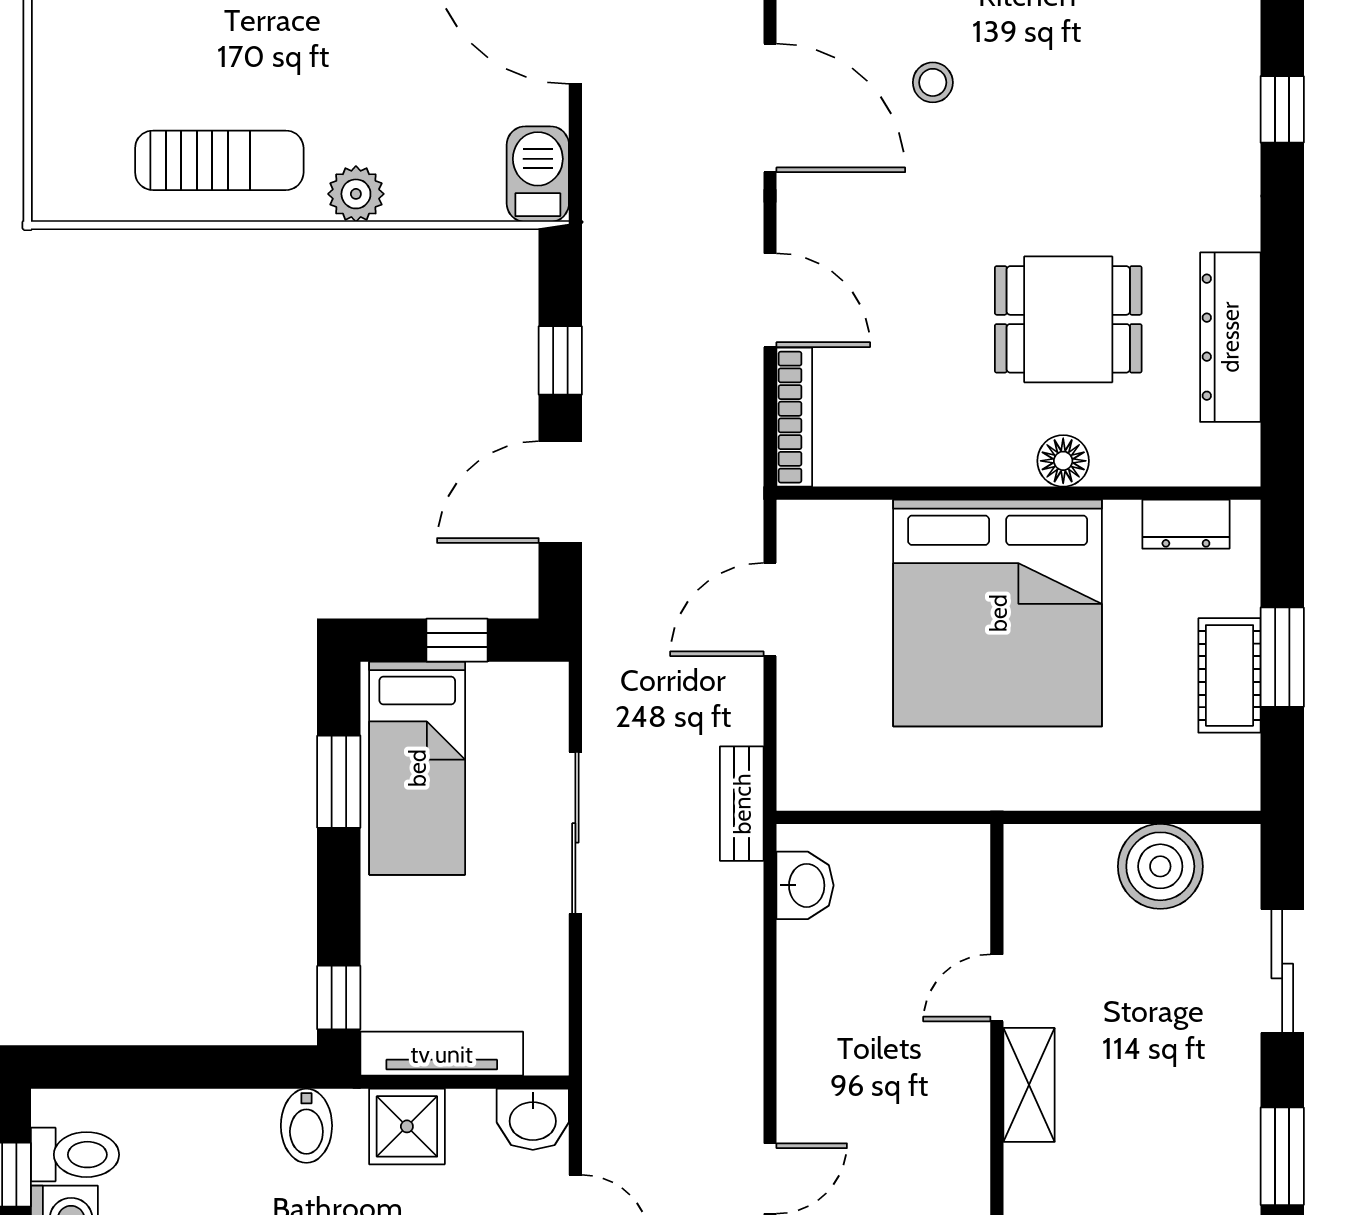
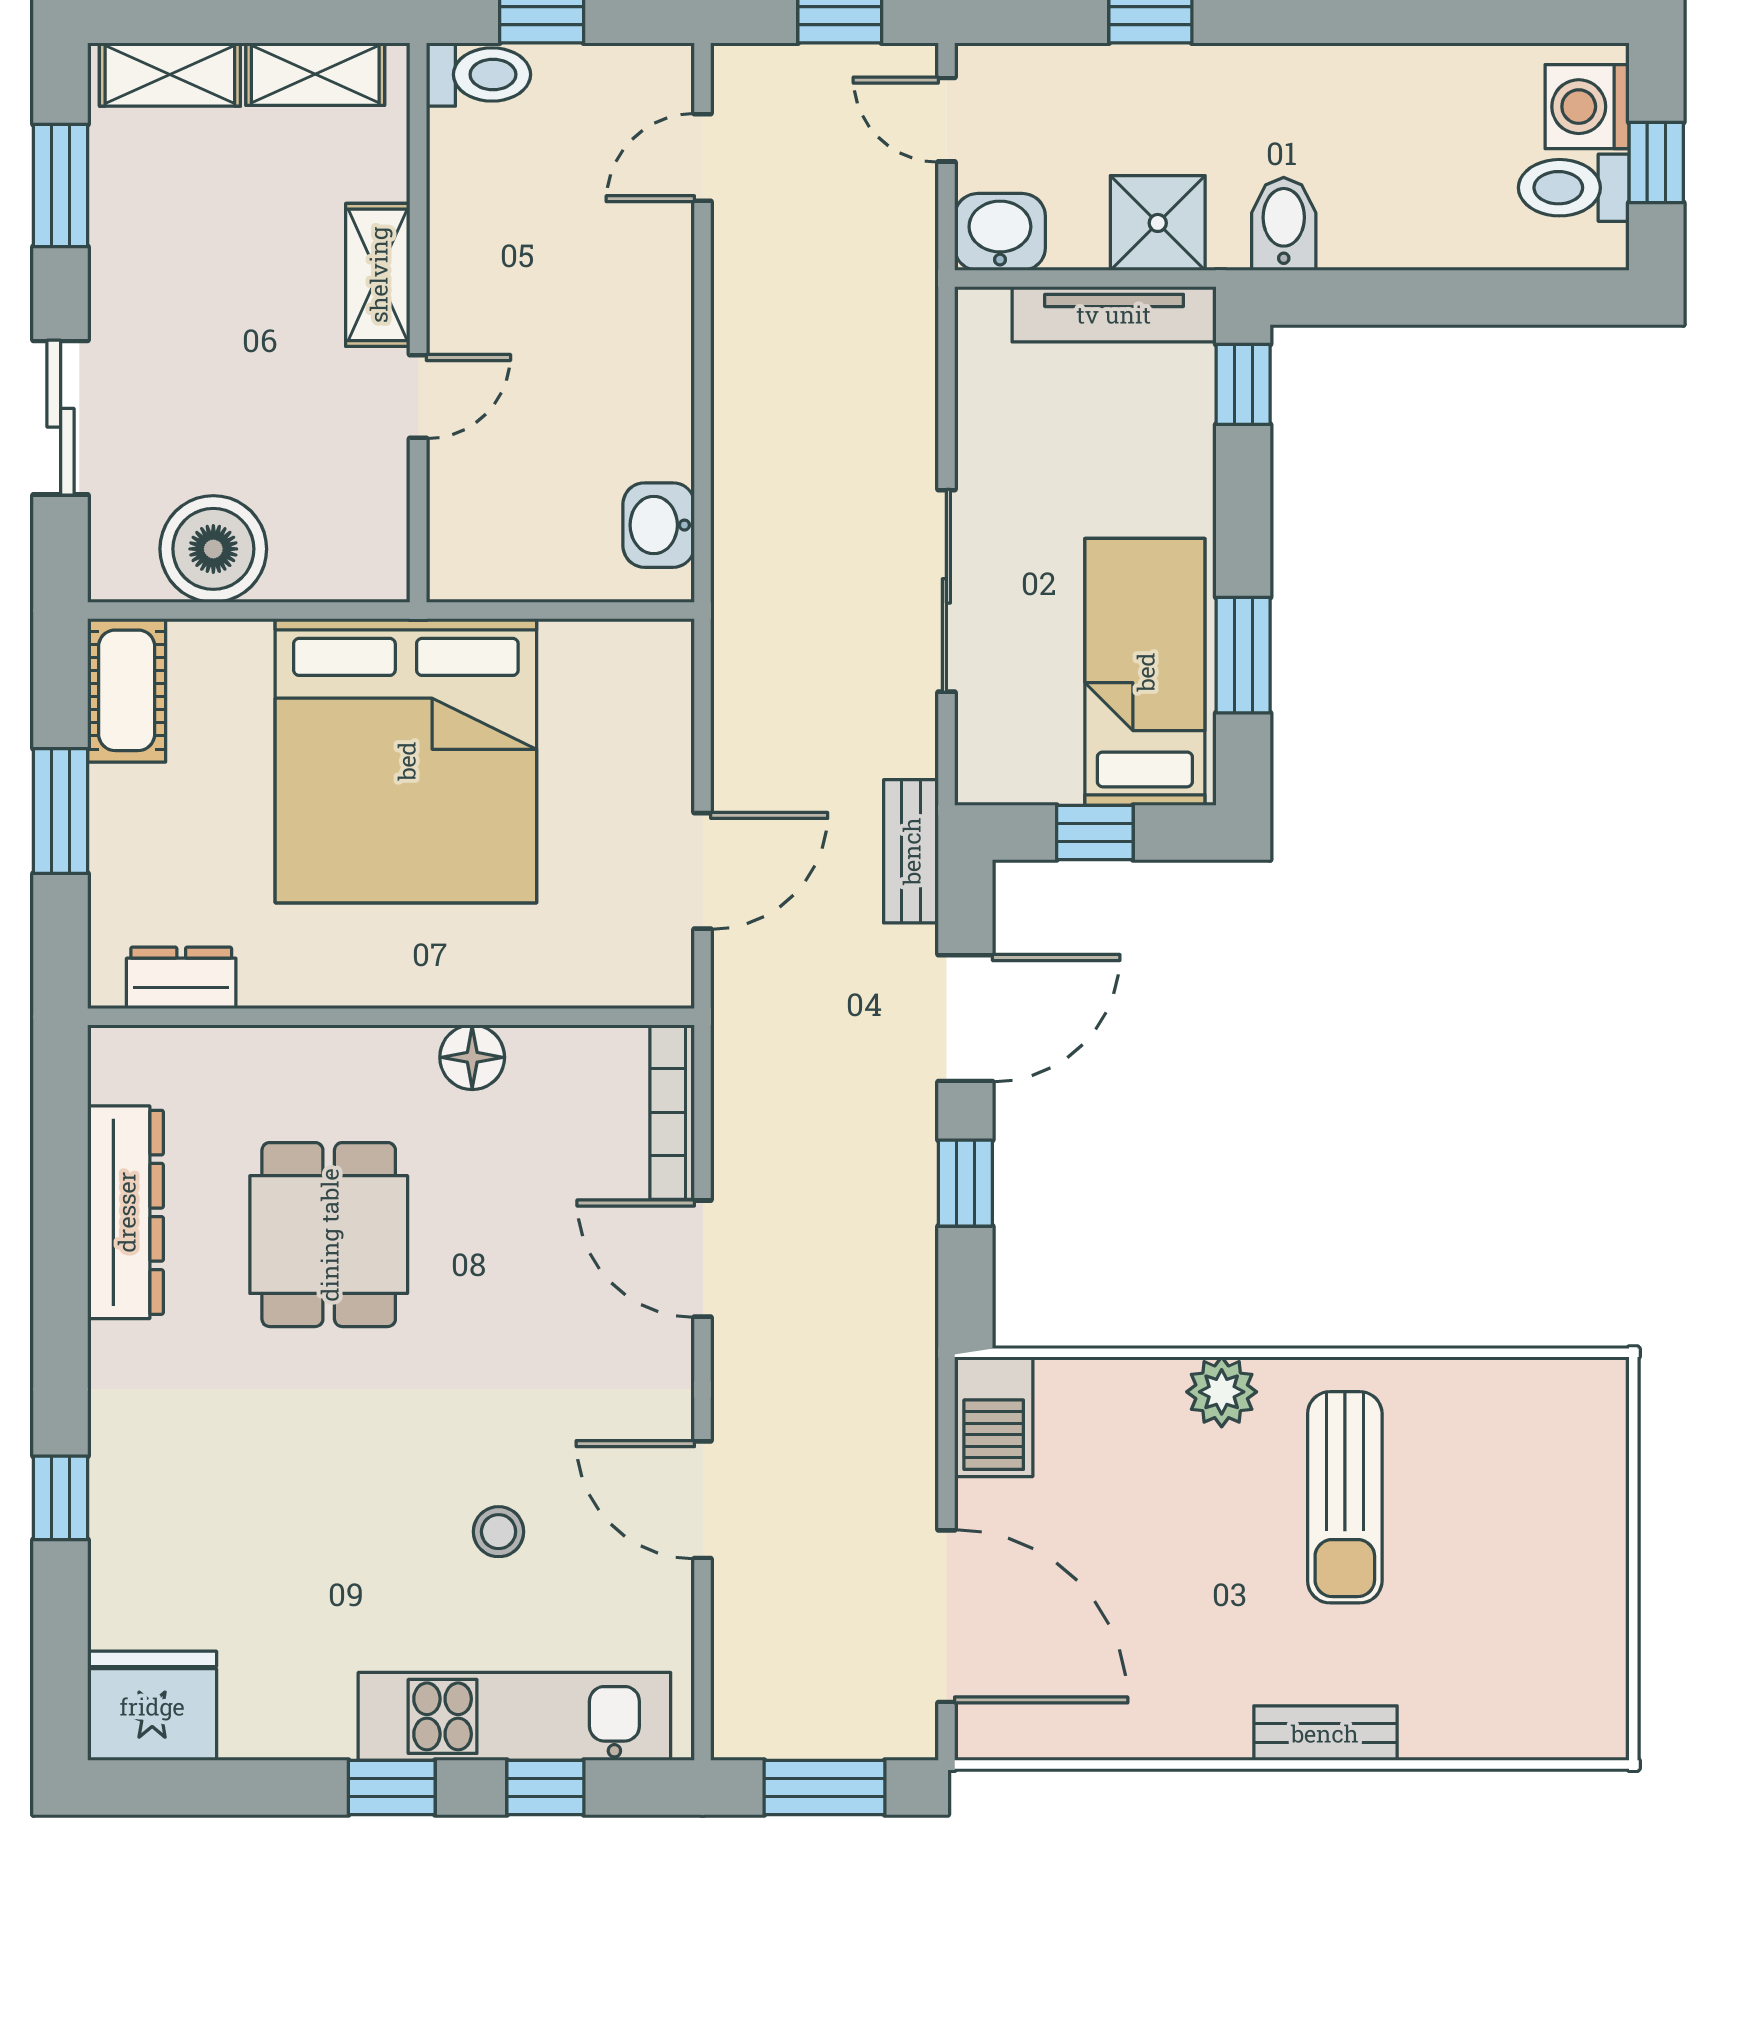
door: (770, 108) -> (703, 1500), width x0.73
sun lounger: (219, 160) -> (1345, 1497), moved, turned -90
dining table: (1068, 319) -> (329, 1235), turned 90
floor lamp: (1063, 461) -> (472, 1057), moved
bed: (998, 613) -> (406, 761), moved, turned 180
cot: (1229, 675) -> (127, 690), moved
bench: (742, 804) -> (911, 851), moved

